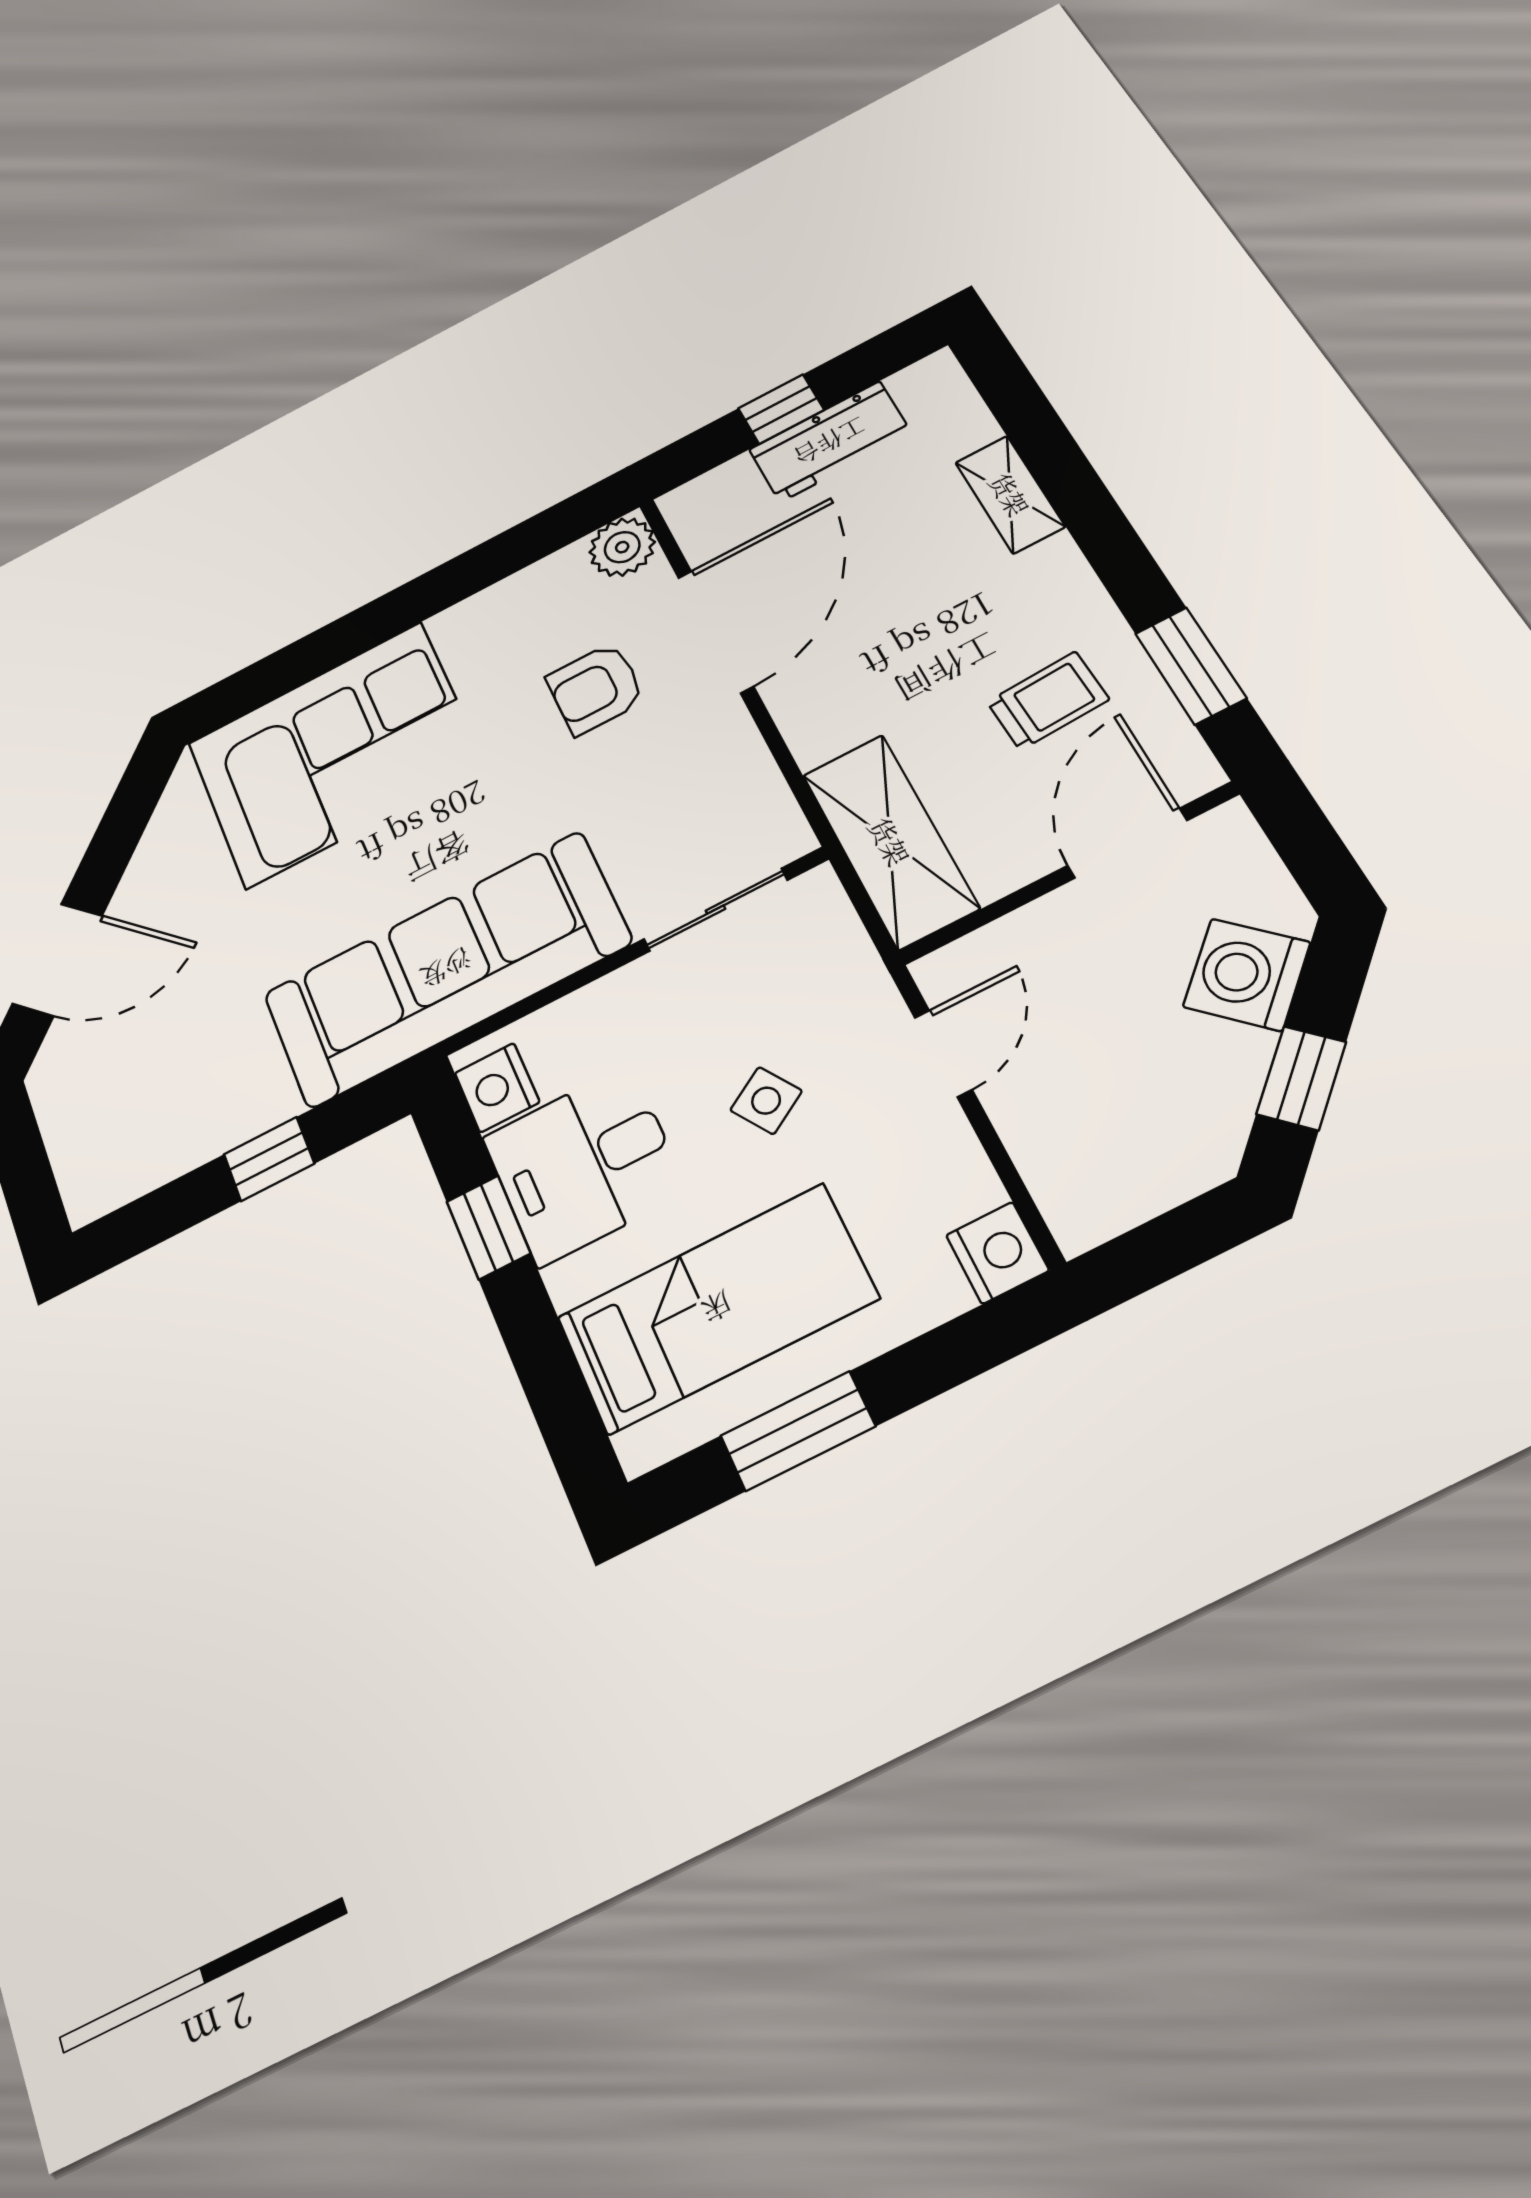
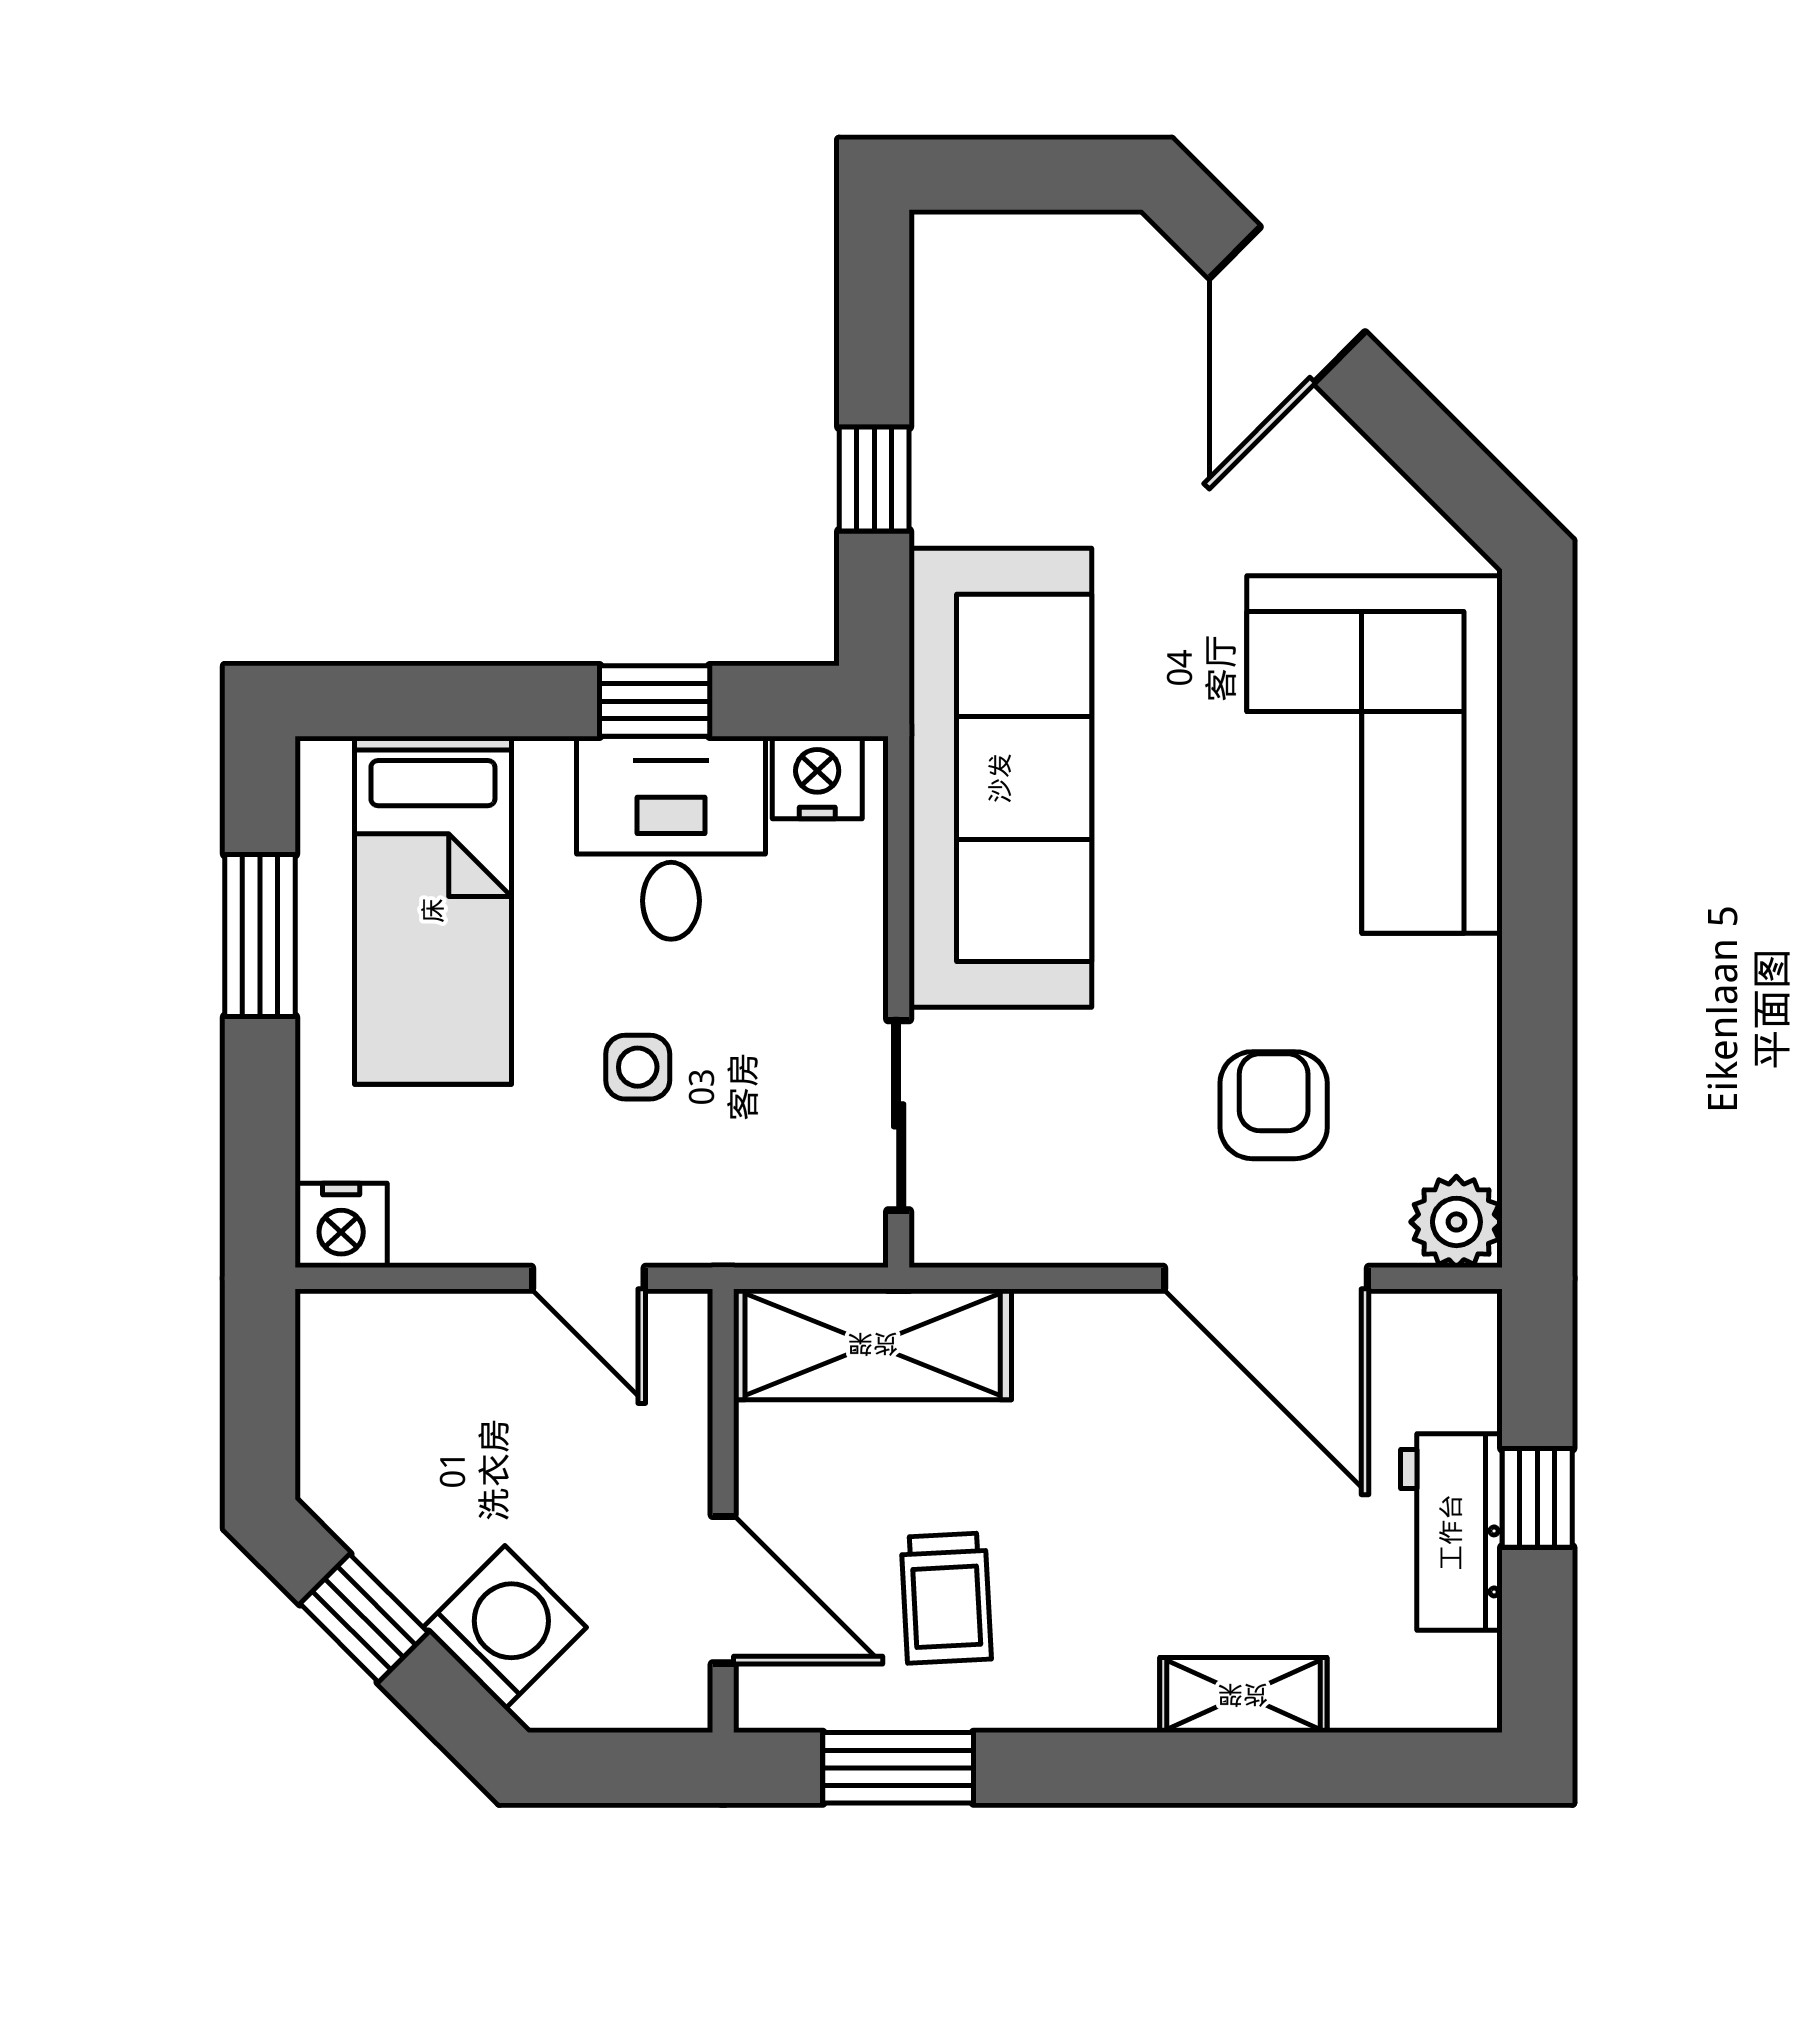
side table: (766, 1101) -> (638, 1067), turned 32

